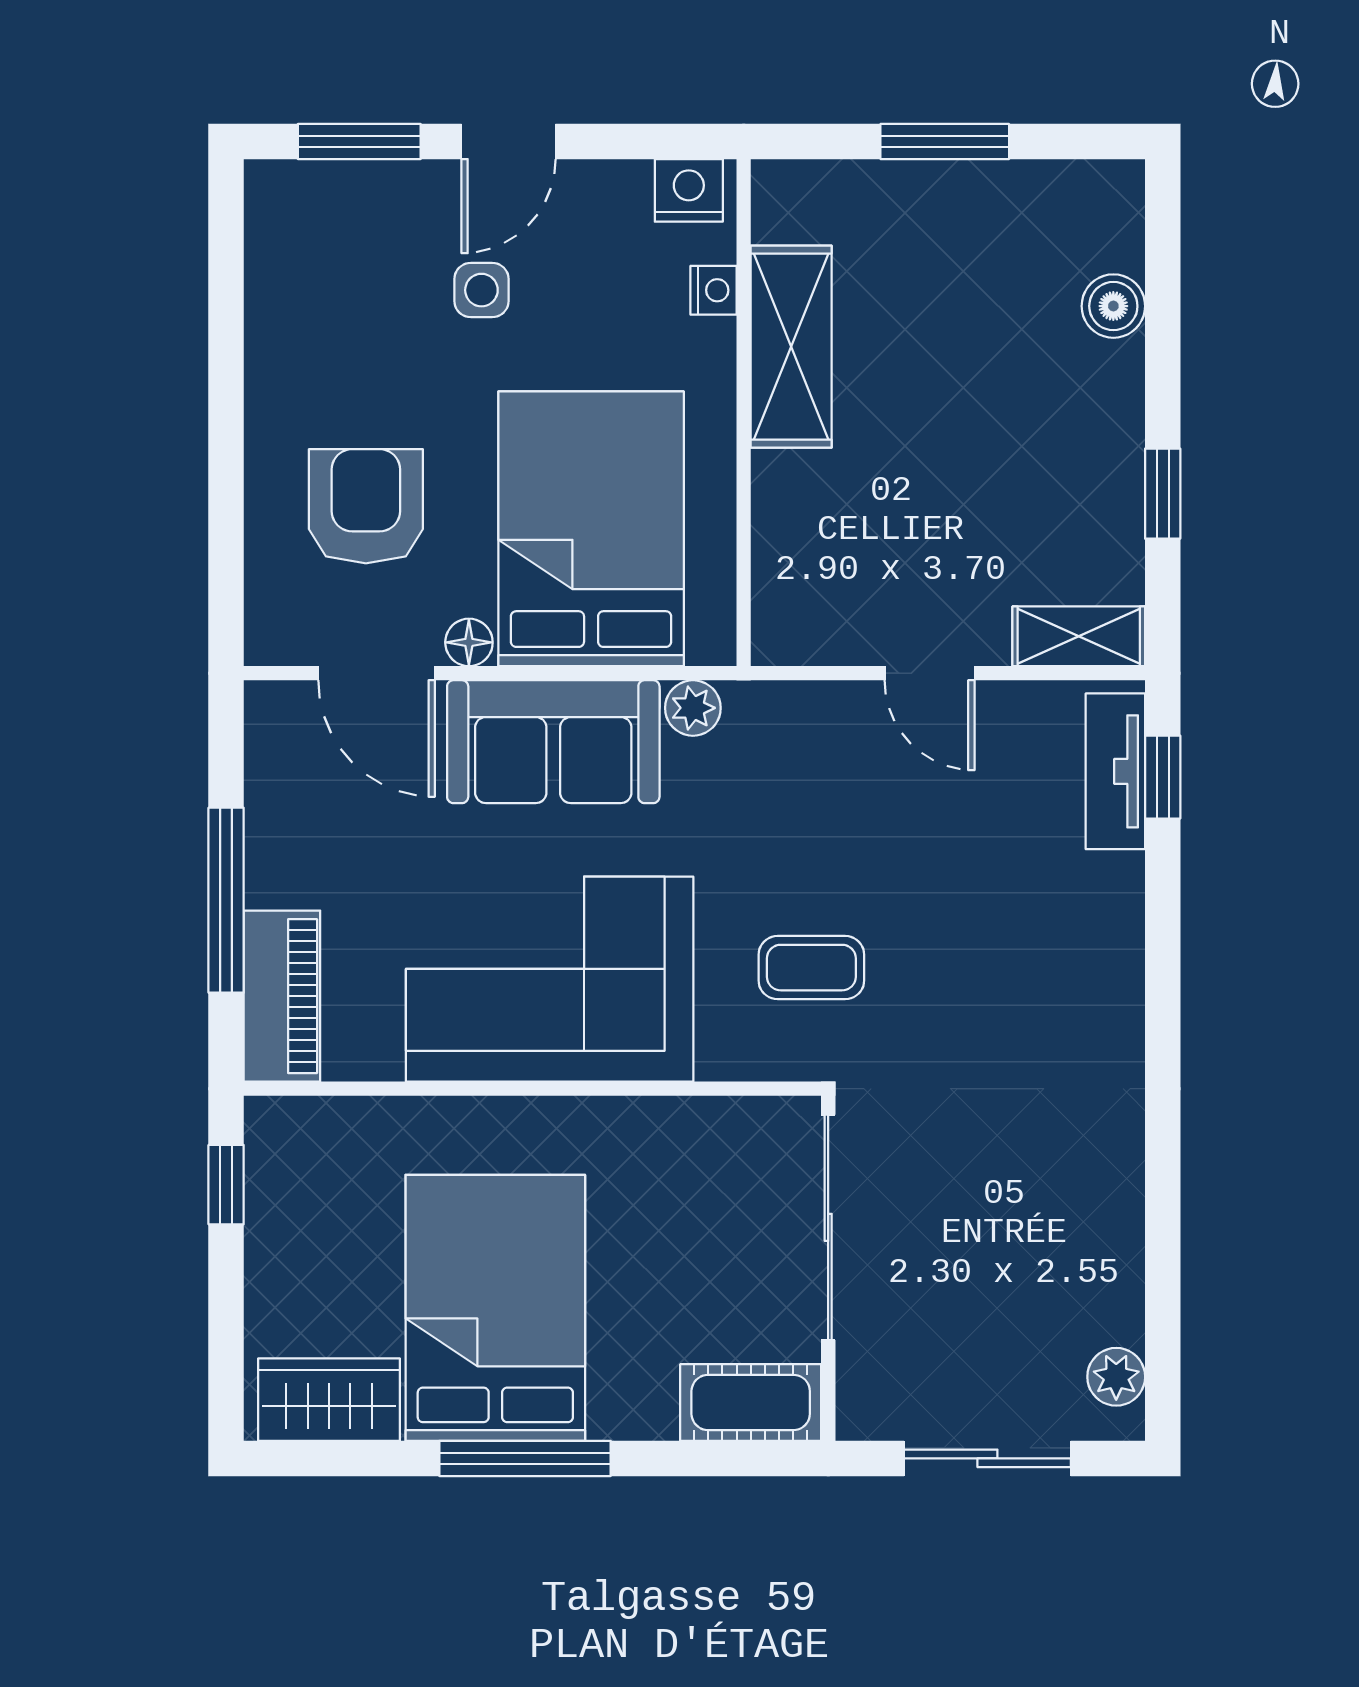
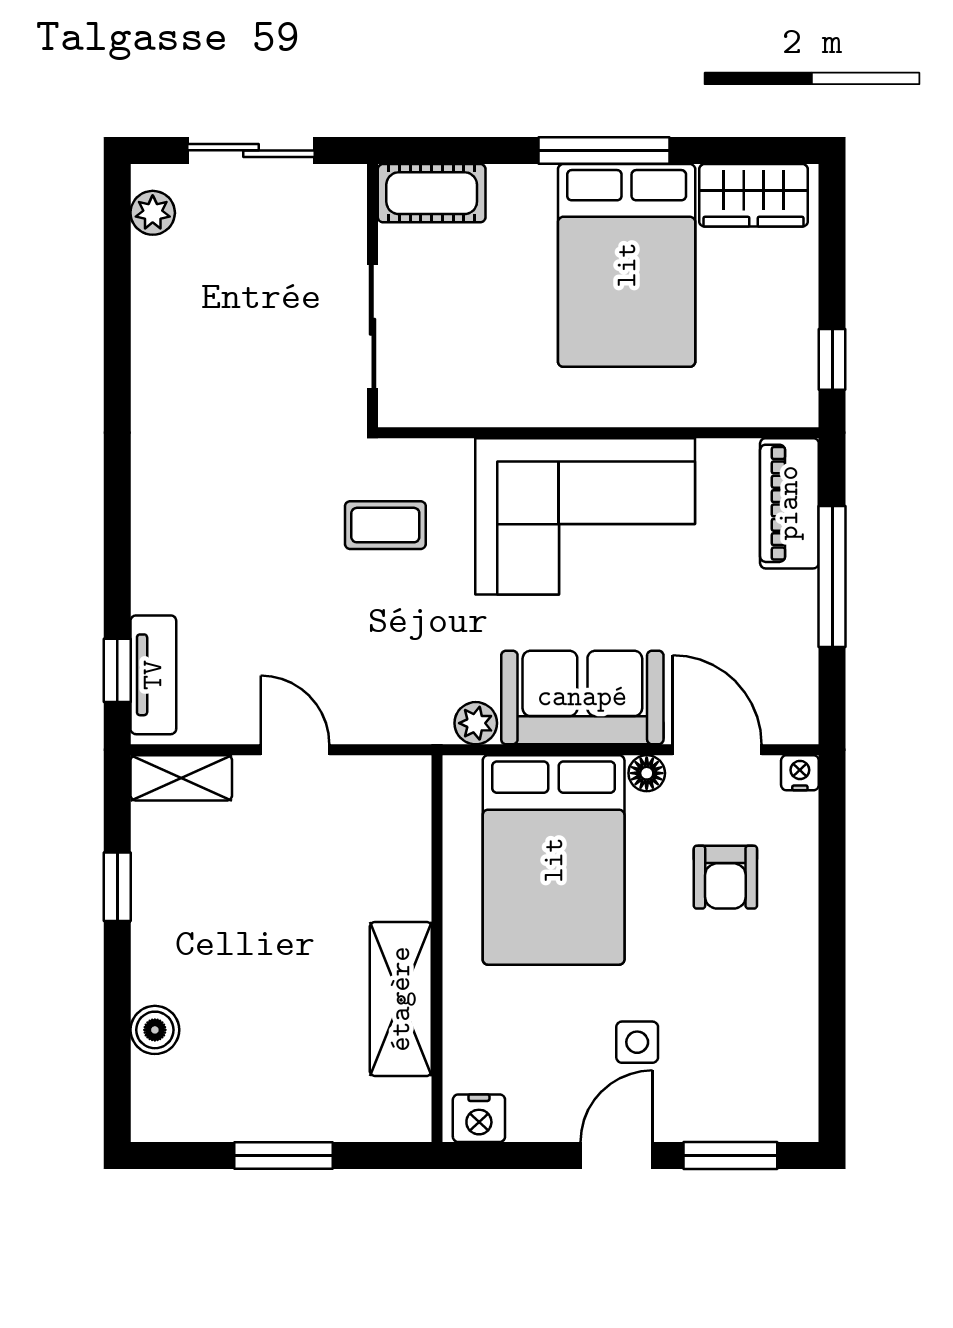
nightstand: (714, 290) -> (800, 773), moved, turned 90
armchair: (366, 506) -> (725, 877), width x0.72, depth x0.72
sliding door: (828, 1227) -> (373, 327), width x0.73

